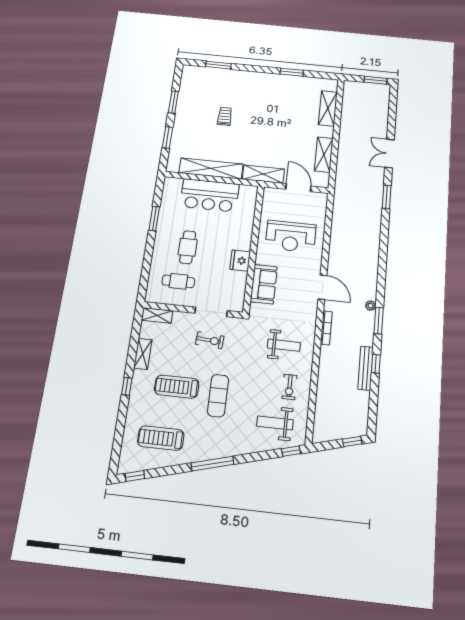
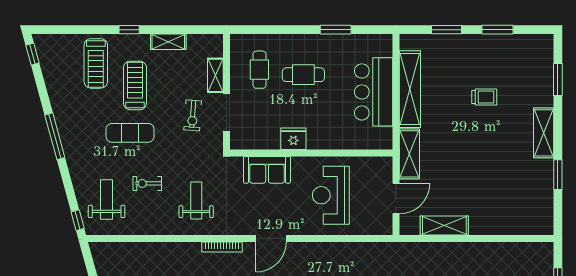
shelving: (328, 108) -> (544, 133), moved, turned 90
shelving: (157, 315) -> (215, 75), moved
weight bench: (284, 345) -> (196, 200), turned 180
exercise bike: (290, 387) -> (147, 183), moved
treadmill: (161, 438) -> (96, 63), moved, turned 180

